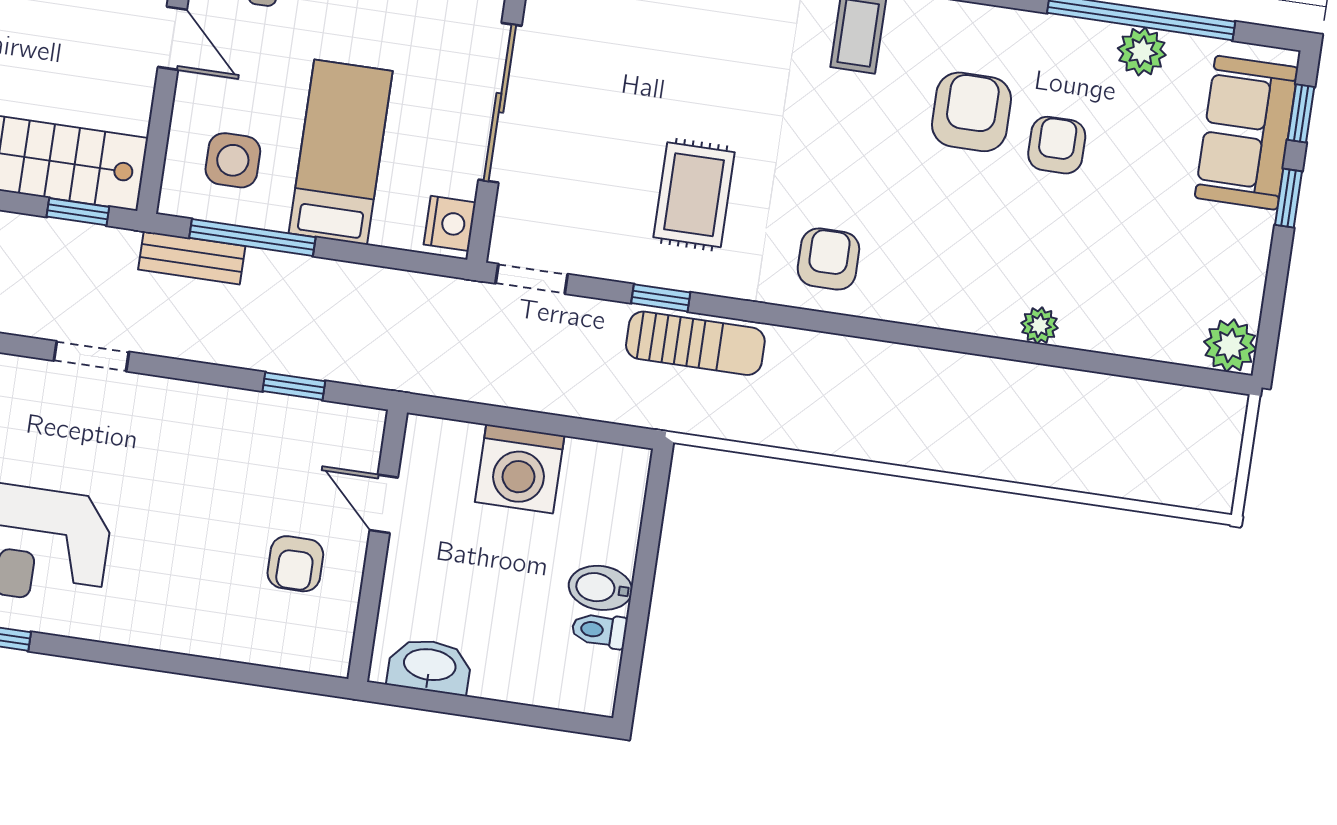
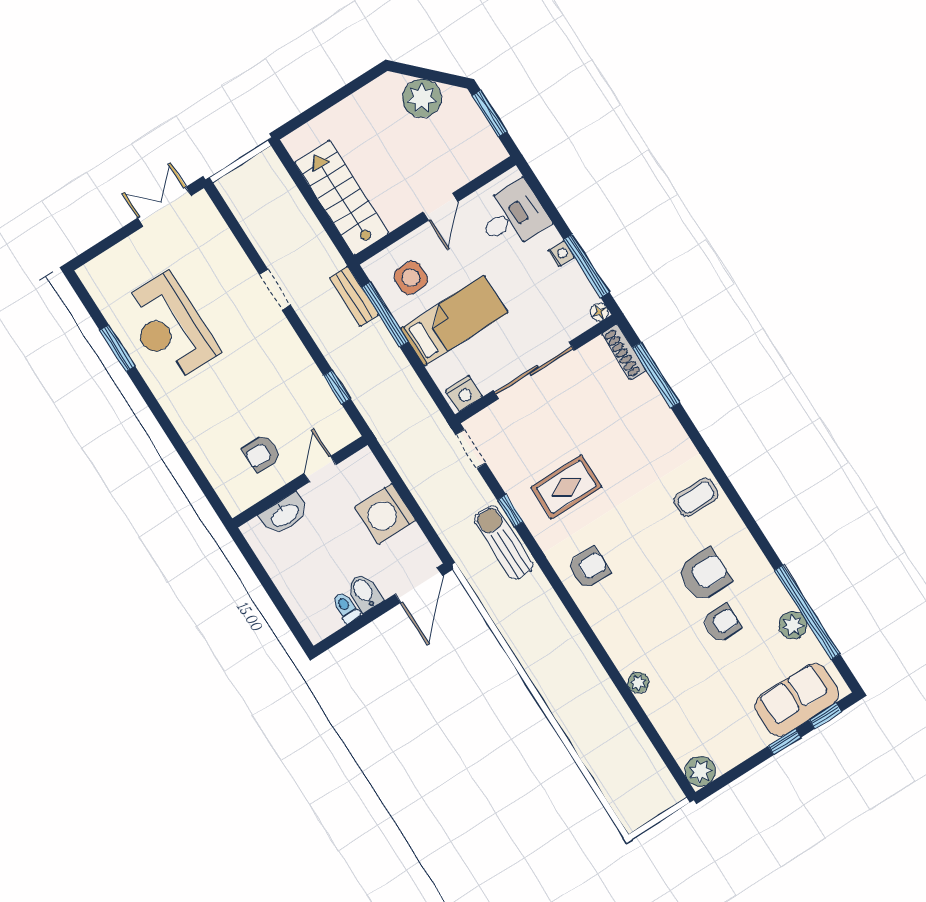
window: (78, 212) -> (332, 231), removed
sun lounger: (695, 343) -> (504, 542), turned 180
door: (654, 506) -> (419, 585), added
washbasin: (430, 666) -> (284, 514), moved, turned 90

